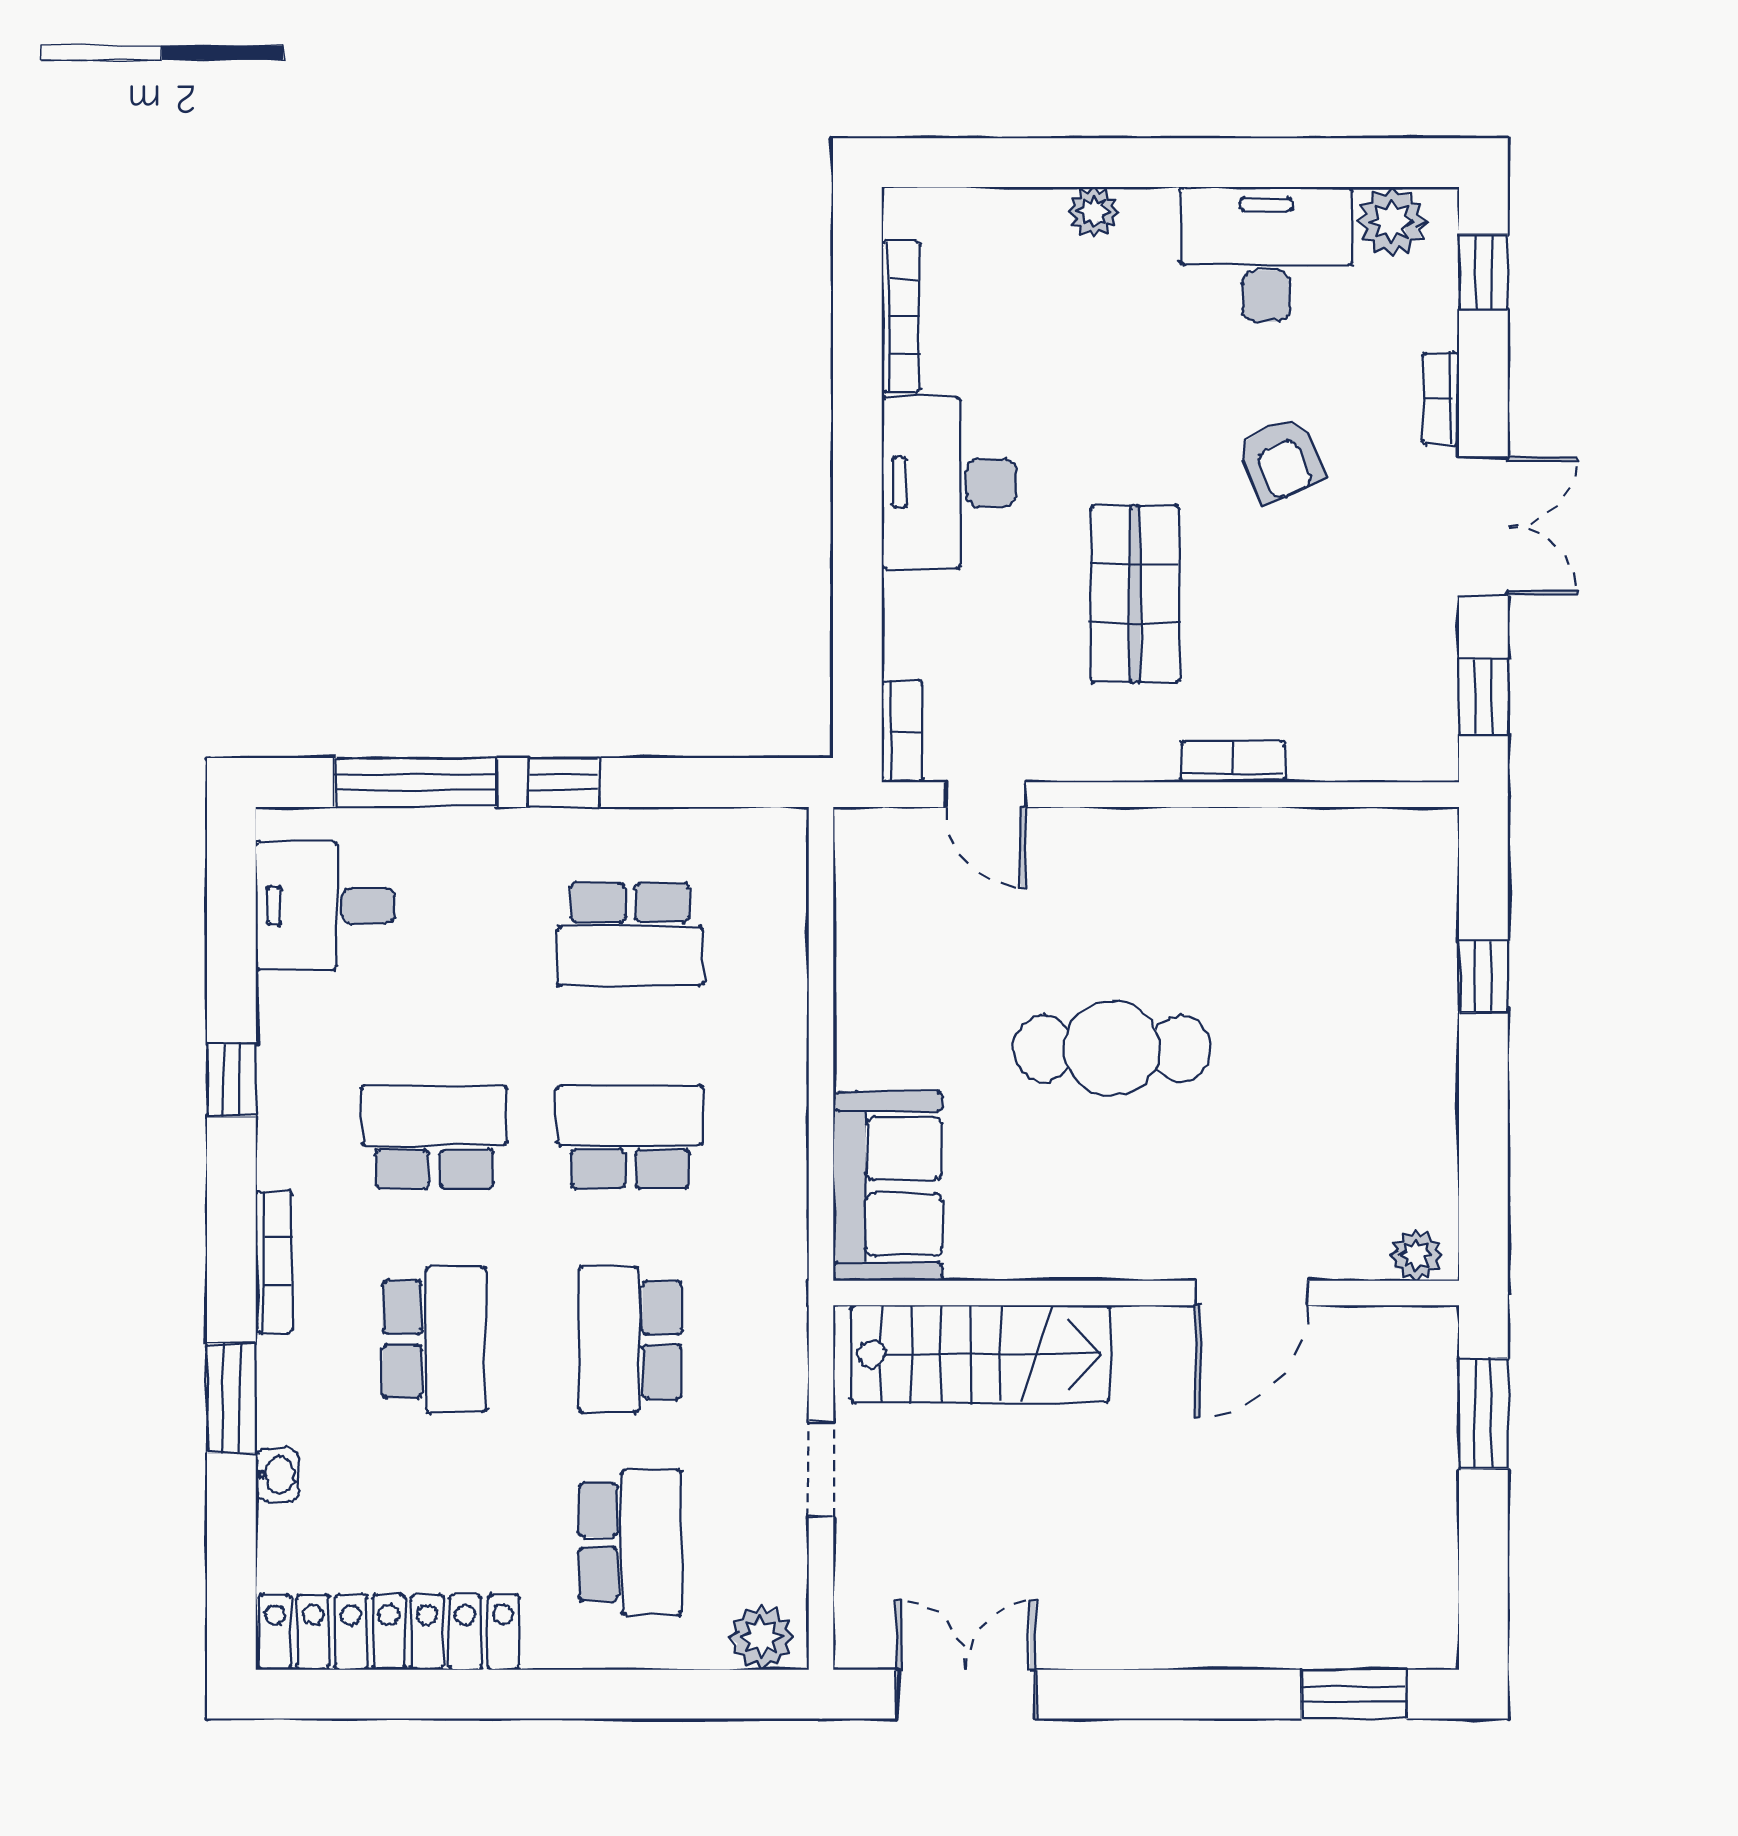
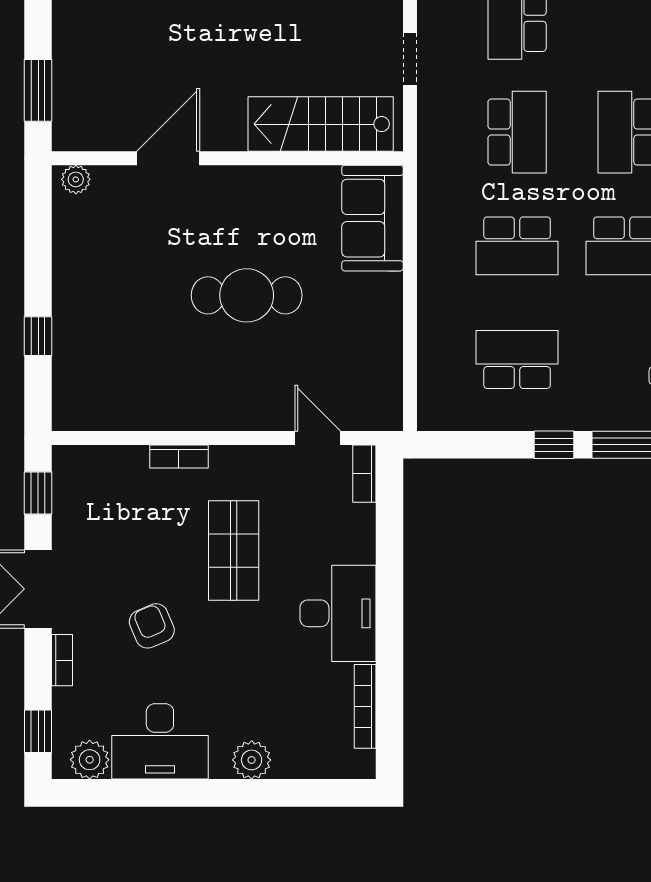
plant: (1094, 212) -> (252, 760), width x1.38, depth x1.38

